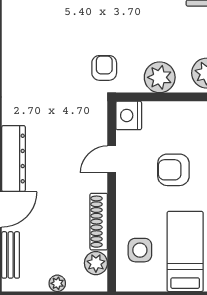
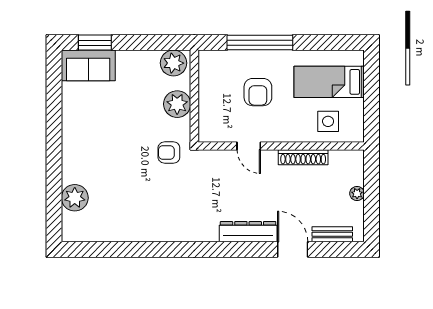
nightstand: (129, 115) -> (210, 131), removed
plant: (96, 263) -> (339, 160), removed

